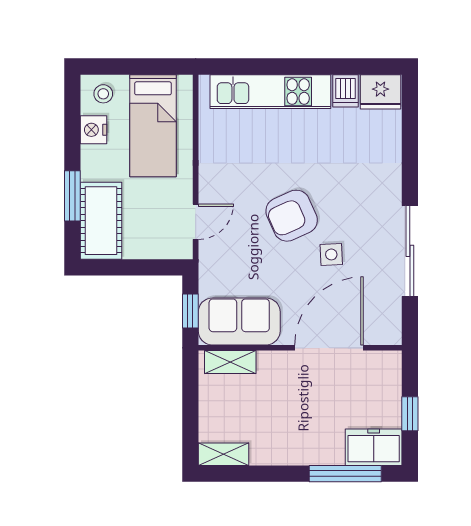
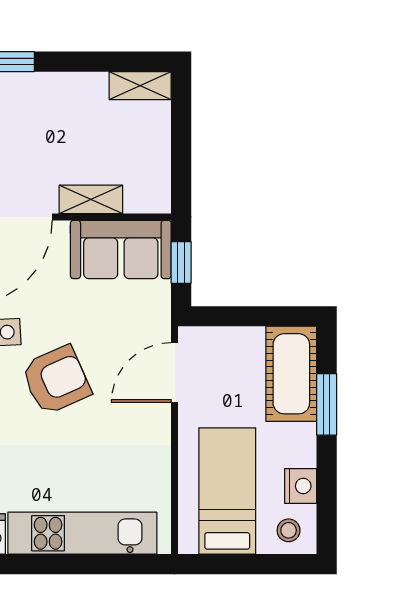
door: (196, 222) -> (175, 373), width x1.38
shelving: (230, 362) -> (91, 199), moved

